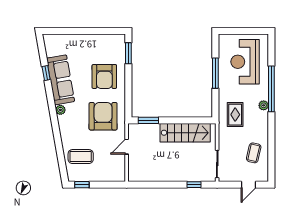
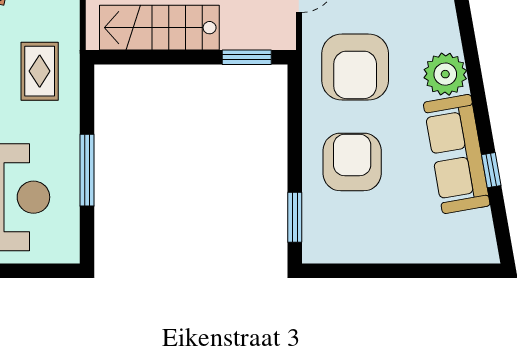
plant: (60, 110) -> (445, 74), width x1.87, depth x1.87

